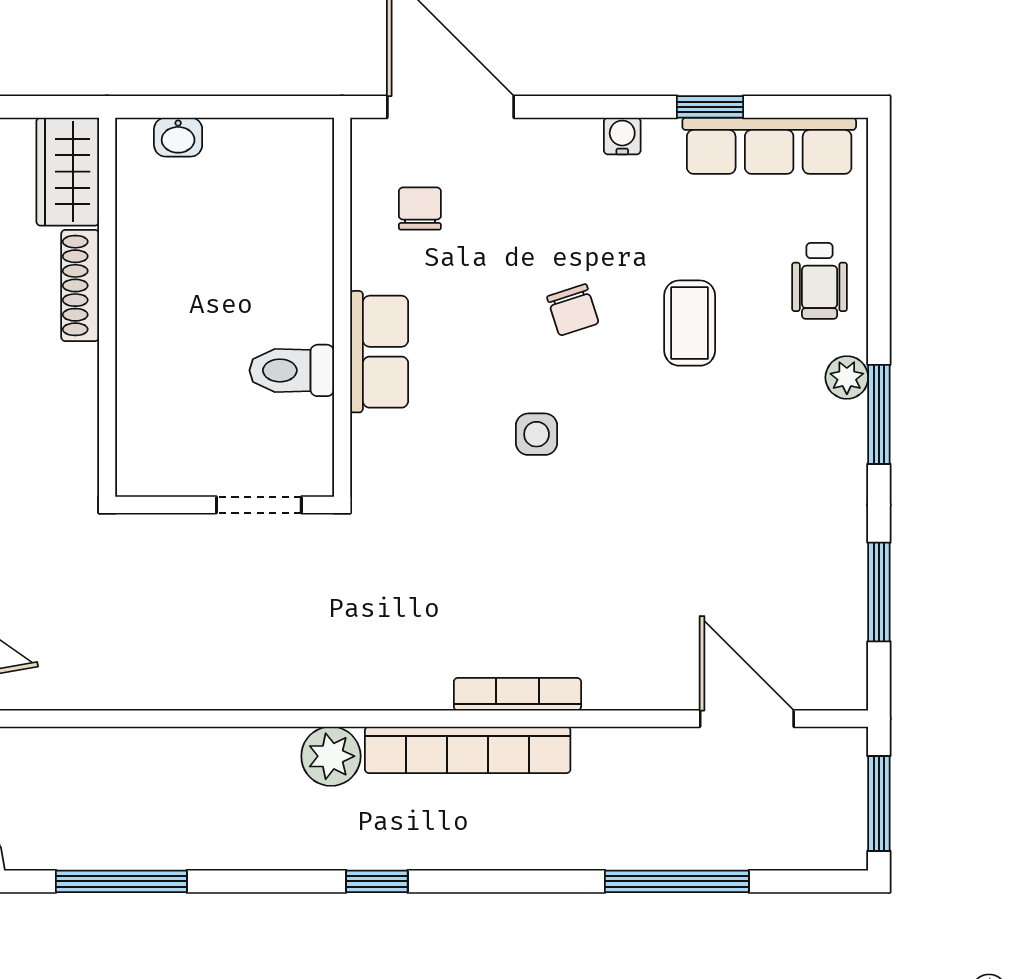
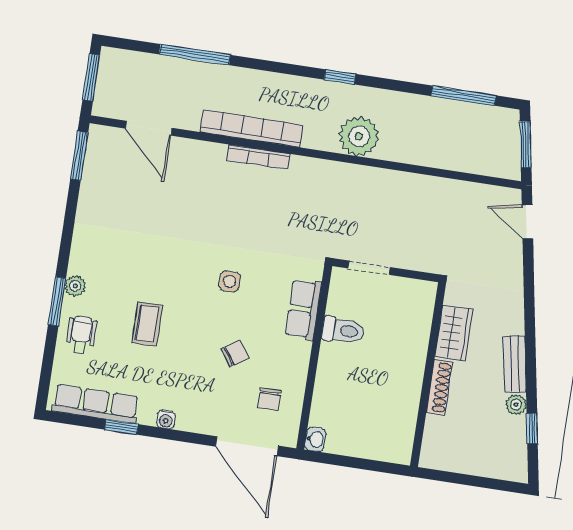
washbasin: (178, 137) -> (315, 439), moved, turned 90
wardrobe: (68, 172) -> (454, 333), moved
chair: (573, 310) -> (235, 354), moved, turned 73
row of seats: (379, 352) -> (303, 309), moved
window: (879, 414) -> (57, 301), moved
window: (879, 592) -> (79, 156), moved
bookcase: (468, 750) -> (252, 129), moved
plant: (331, 756) -> (359, 136), width x1.36, depth x1.36

